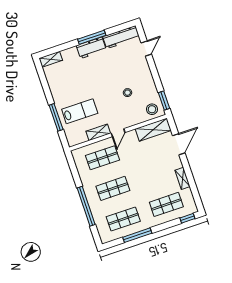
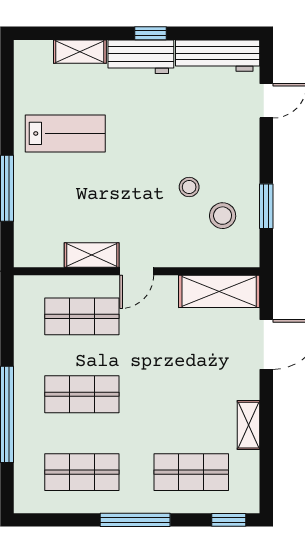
window: (92, 37) -> (150, 33), width x0.46
shelving: (51, 59) -> (80, 52), moved
window: (164, 101) -> (266, 206), moved
stool: (152, 109) -> (223, 216), moved
lab bench: (80, 111) -> (65, 133), moved
window: (137, 235) -> (135, 520), moved

